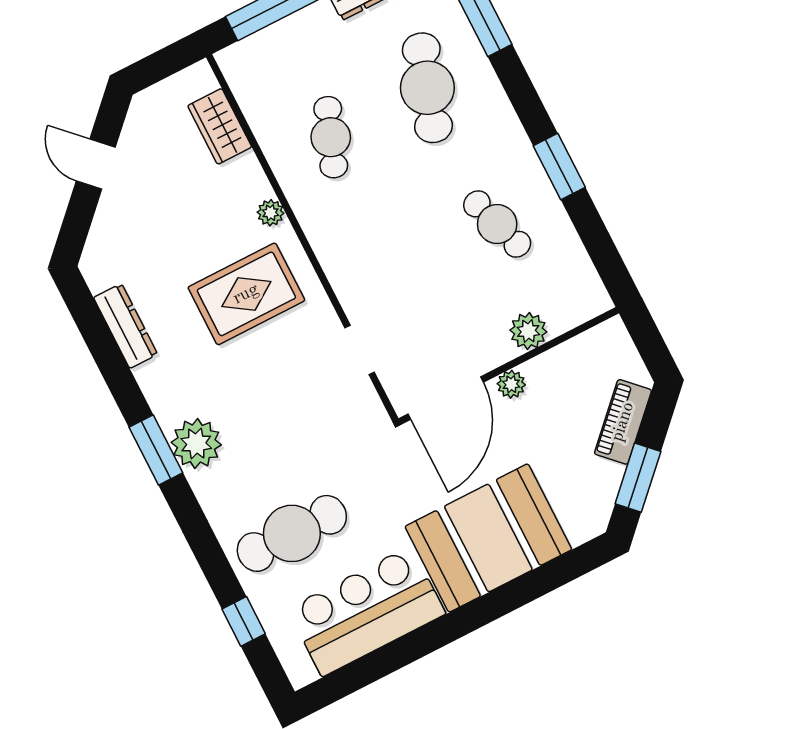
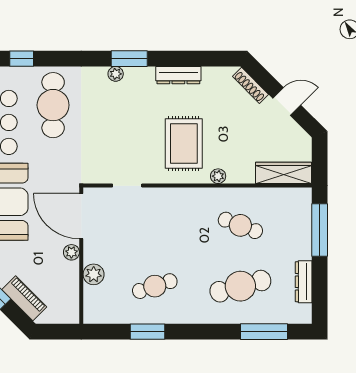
cafe table: (427, 88) -> (240, 286), turned -33
wardrobe: (220, 126) -> (283, 173), width x1.50
window: (559, 166) -> (148, 332), moved
shoe rack: (100, 235) -> (251, 85), added
dresser: (126, 326) -> (178, 75), moved
plant: (196, 444) -> (116, 74), width x0.53, depth x0.53

